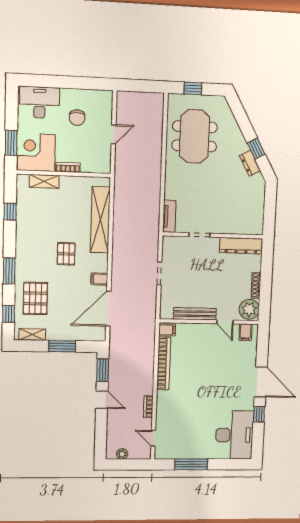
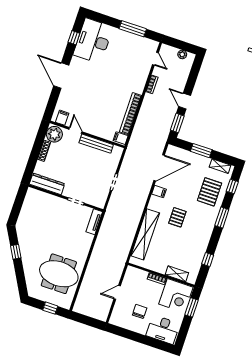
meeting table: (195, 136) -> (59, 274), turned 90
dresser: (250, 163) -> (23, 242), removed
window: (259, 414) -> (74, 38), moved

